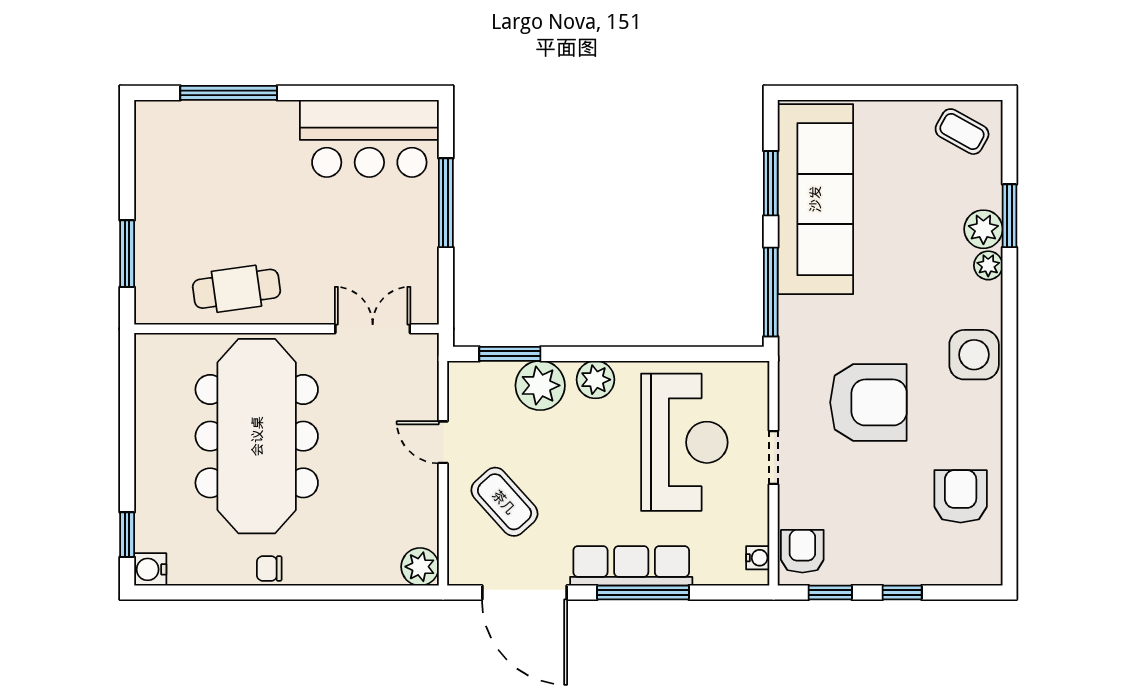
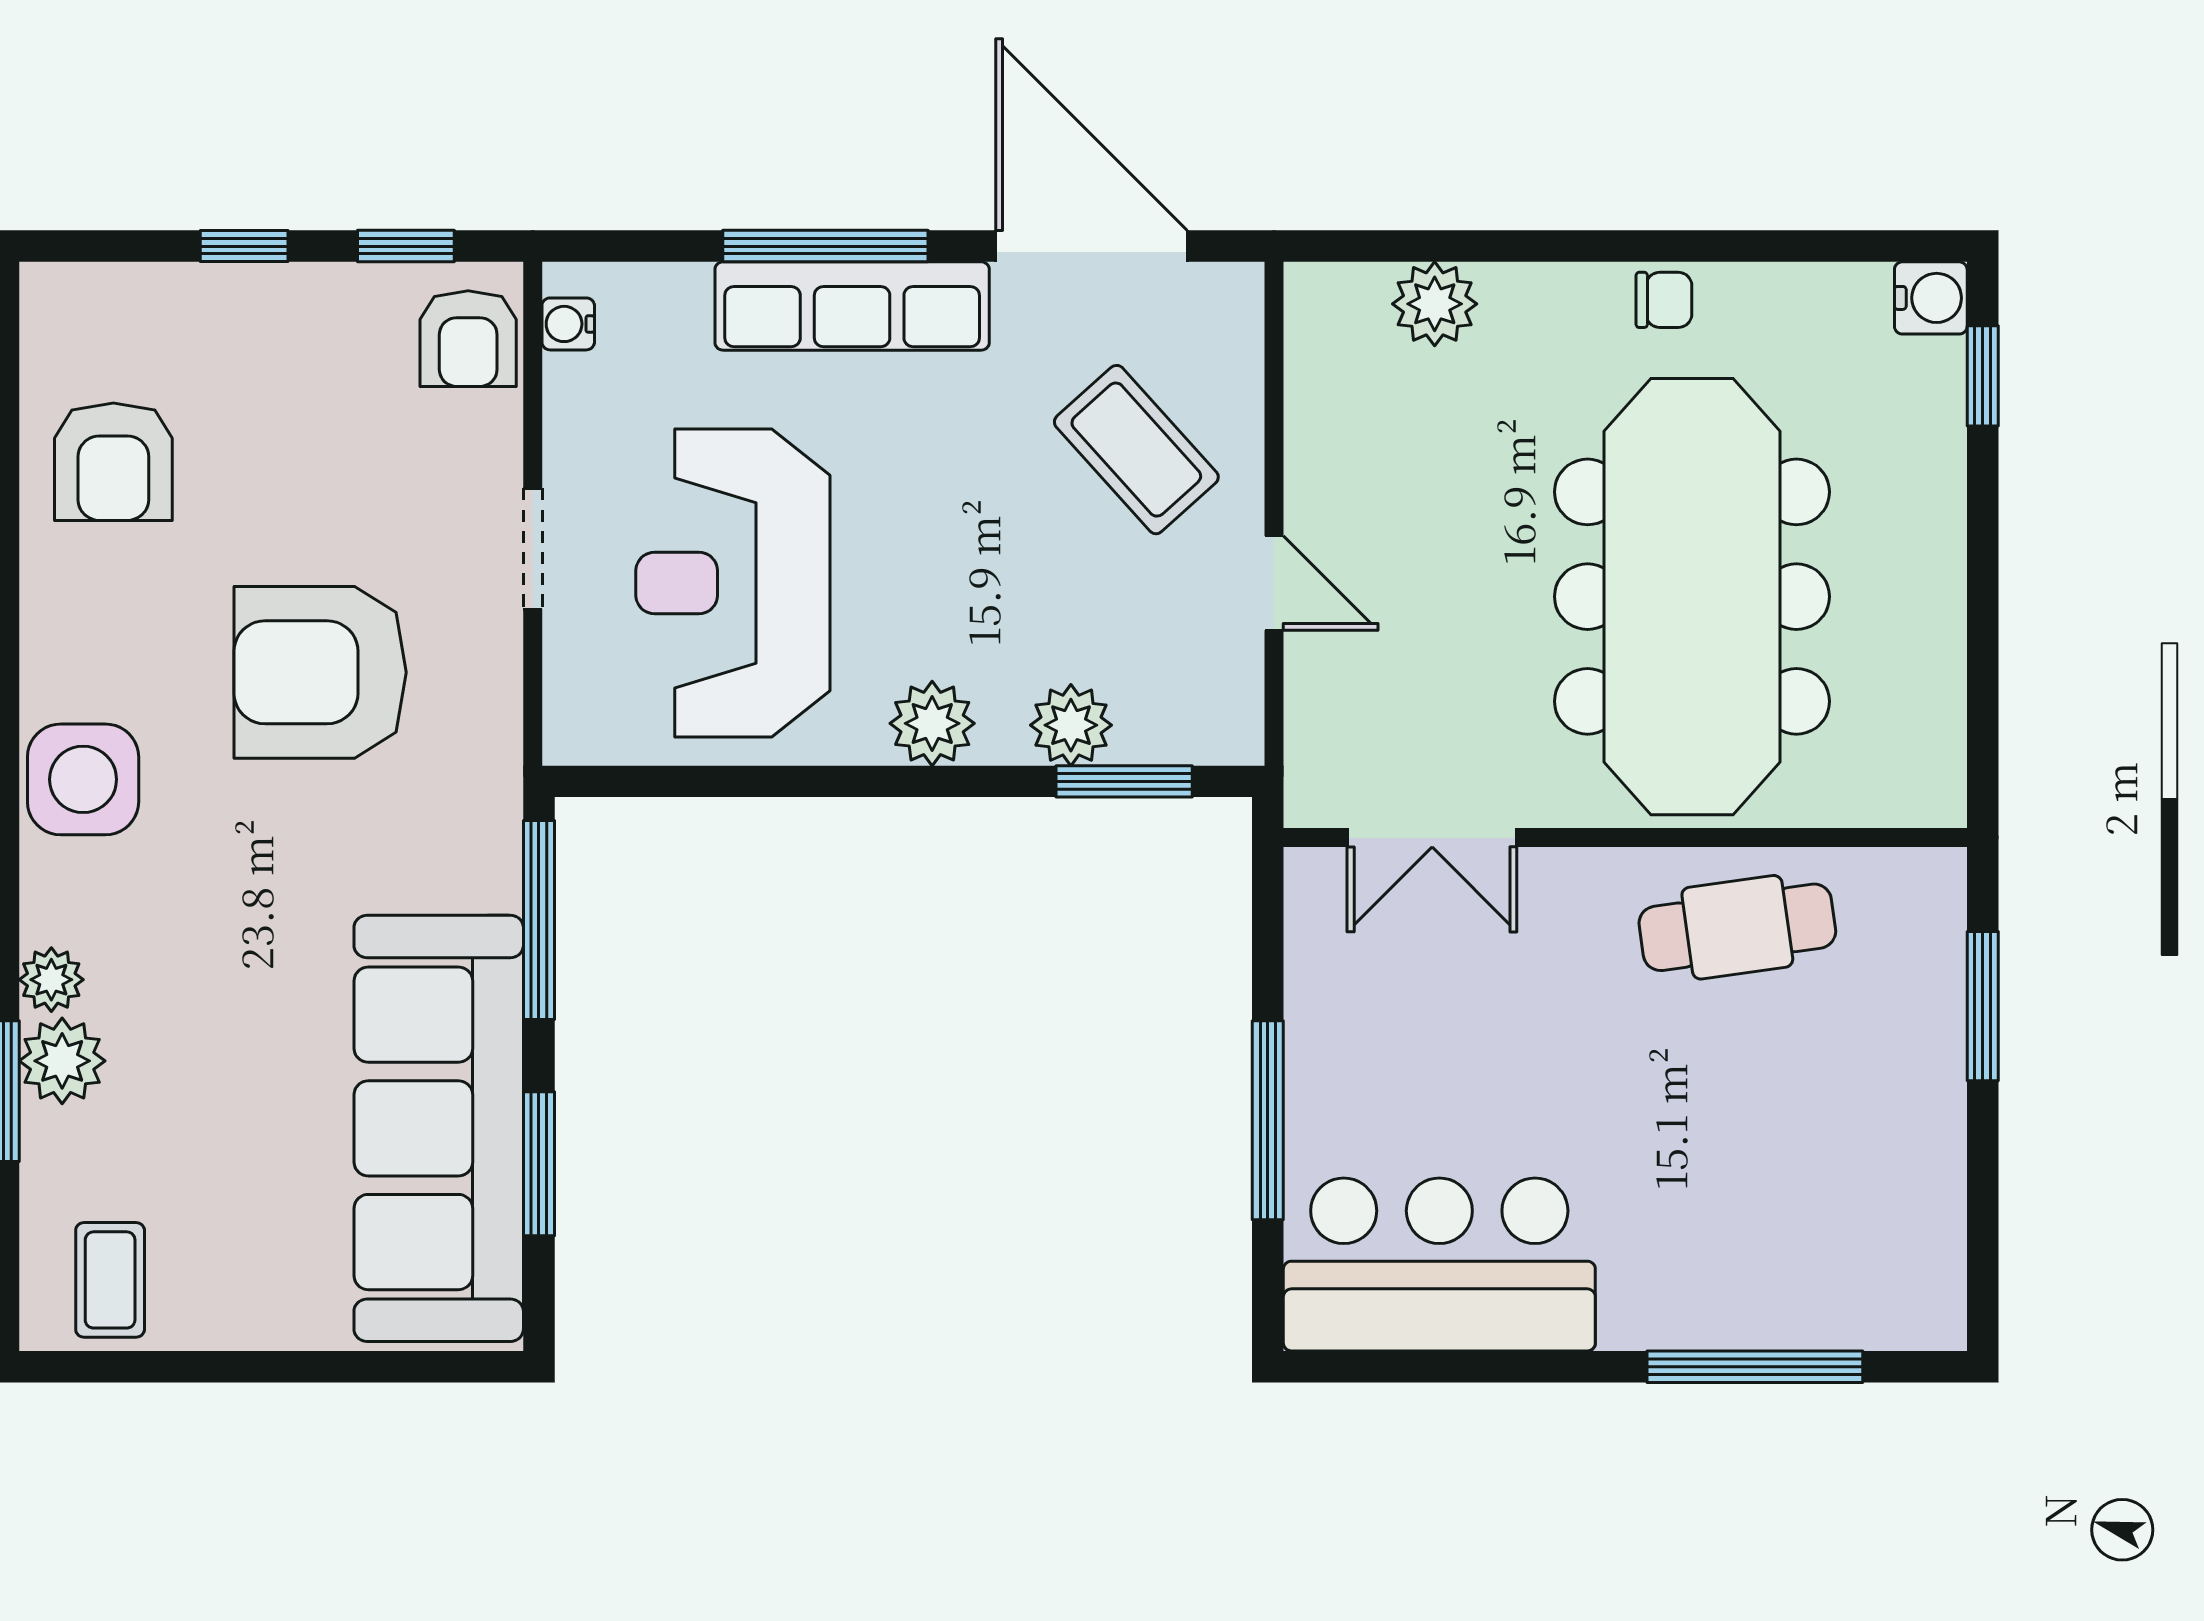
coffee table: (962, 132) -> (110, 1280), turned 61
plant: (540, 385) -> (1071, 725), width x0.73, depth x0.73
plant: (420, 567) -> (1435, 304), moved

